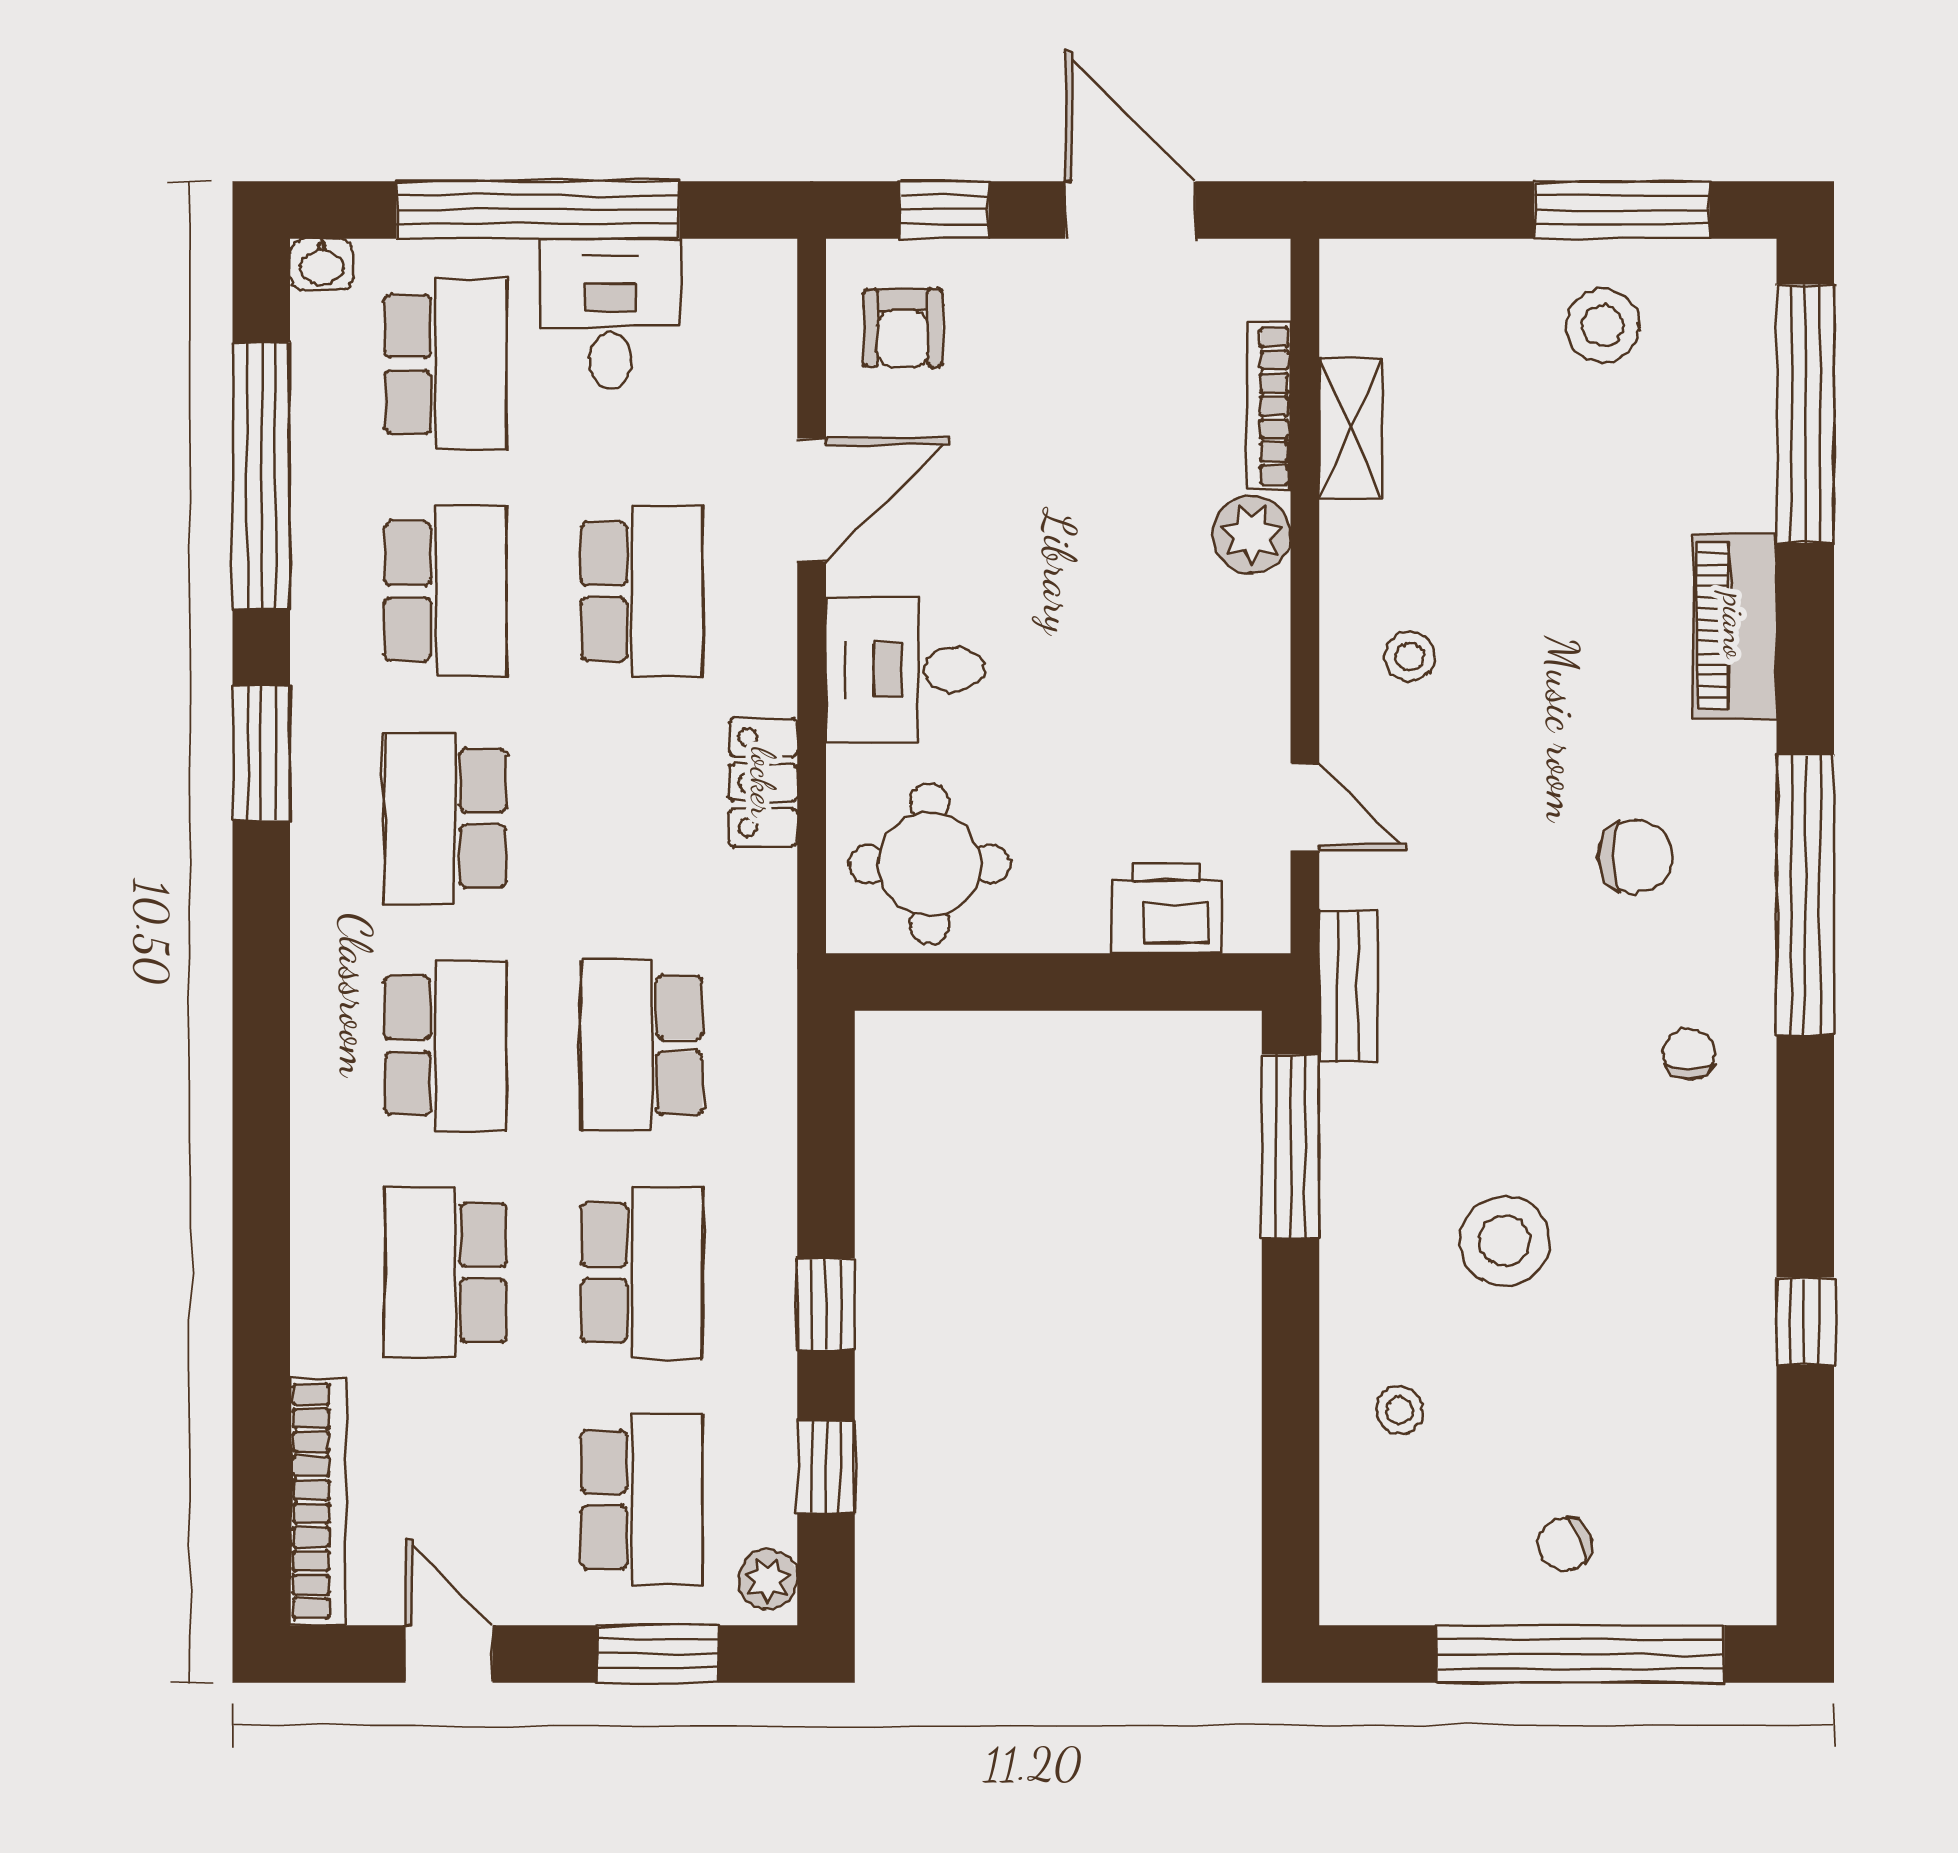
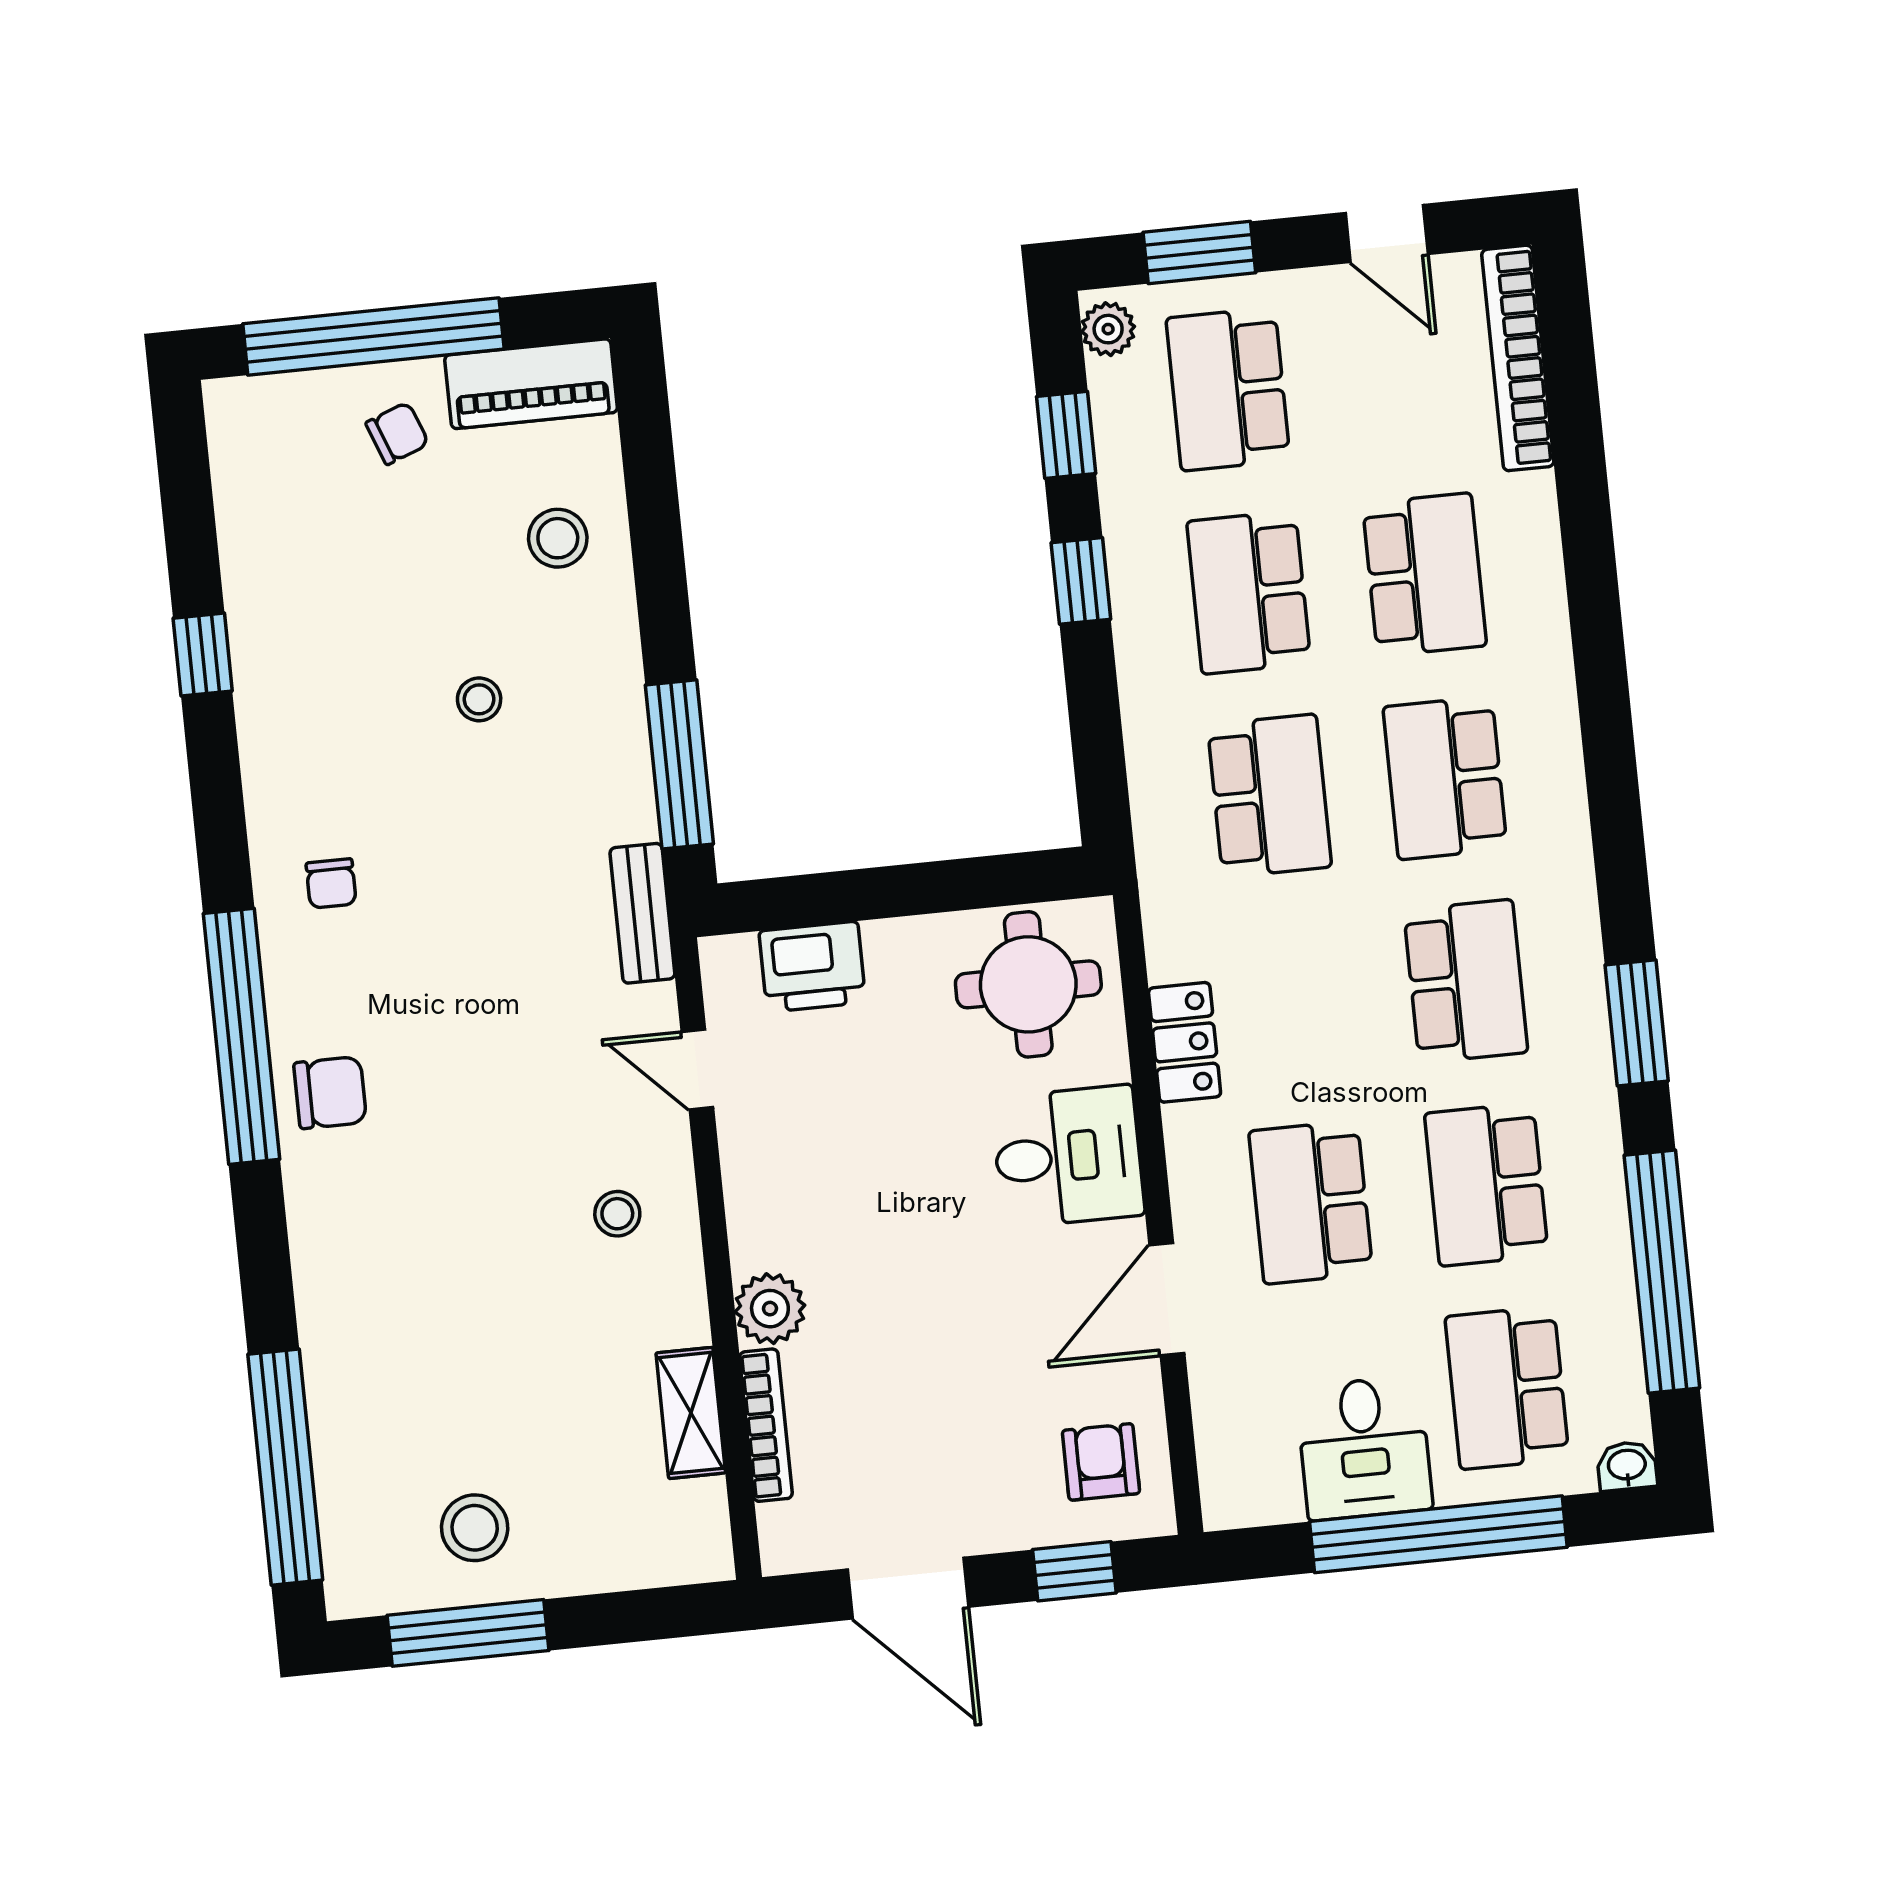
piano: (1735, 626) -> (531, 384), moved, turned 90
chair: (1635, 857) -> (330, 1093), moved, turned 180
stool: (1505, 1241) -> (479, 699), width x0.53, depth x0.53
stool: (1400, 1410) -> (558, 538), width x1.37, depth x1.37

